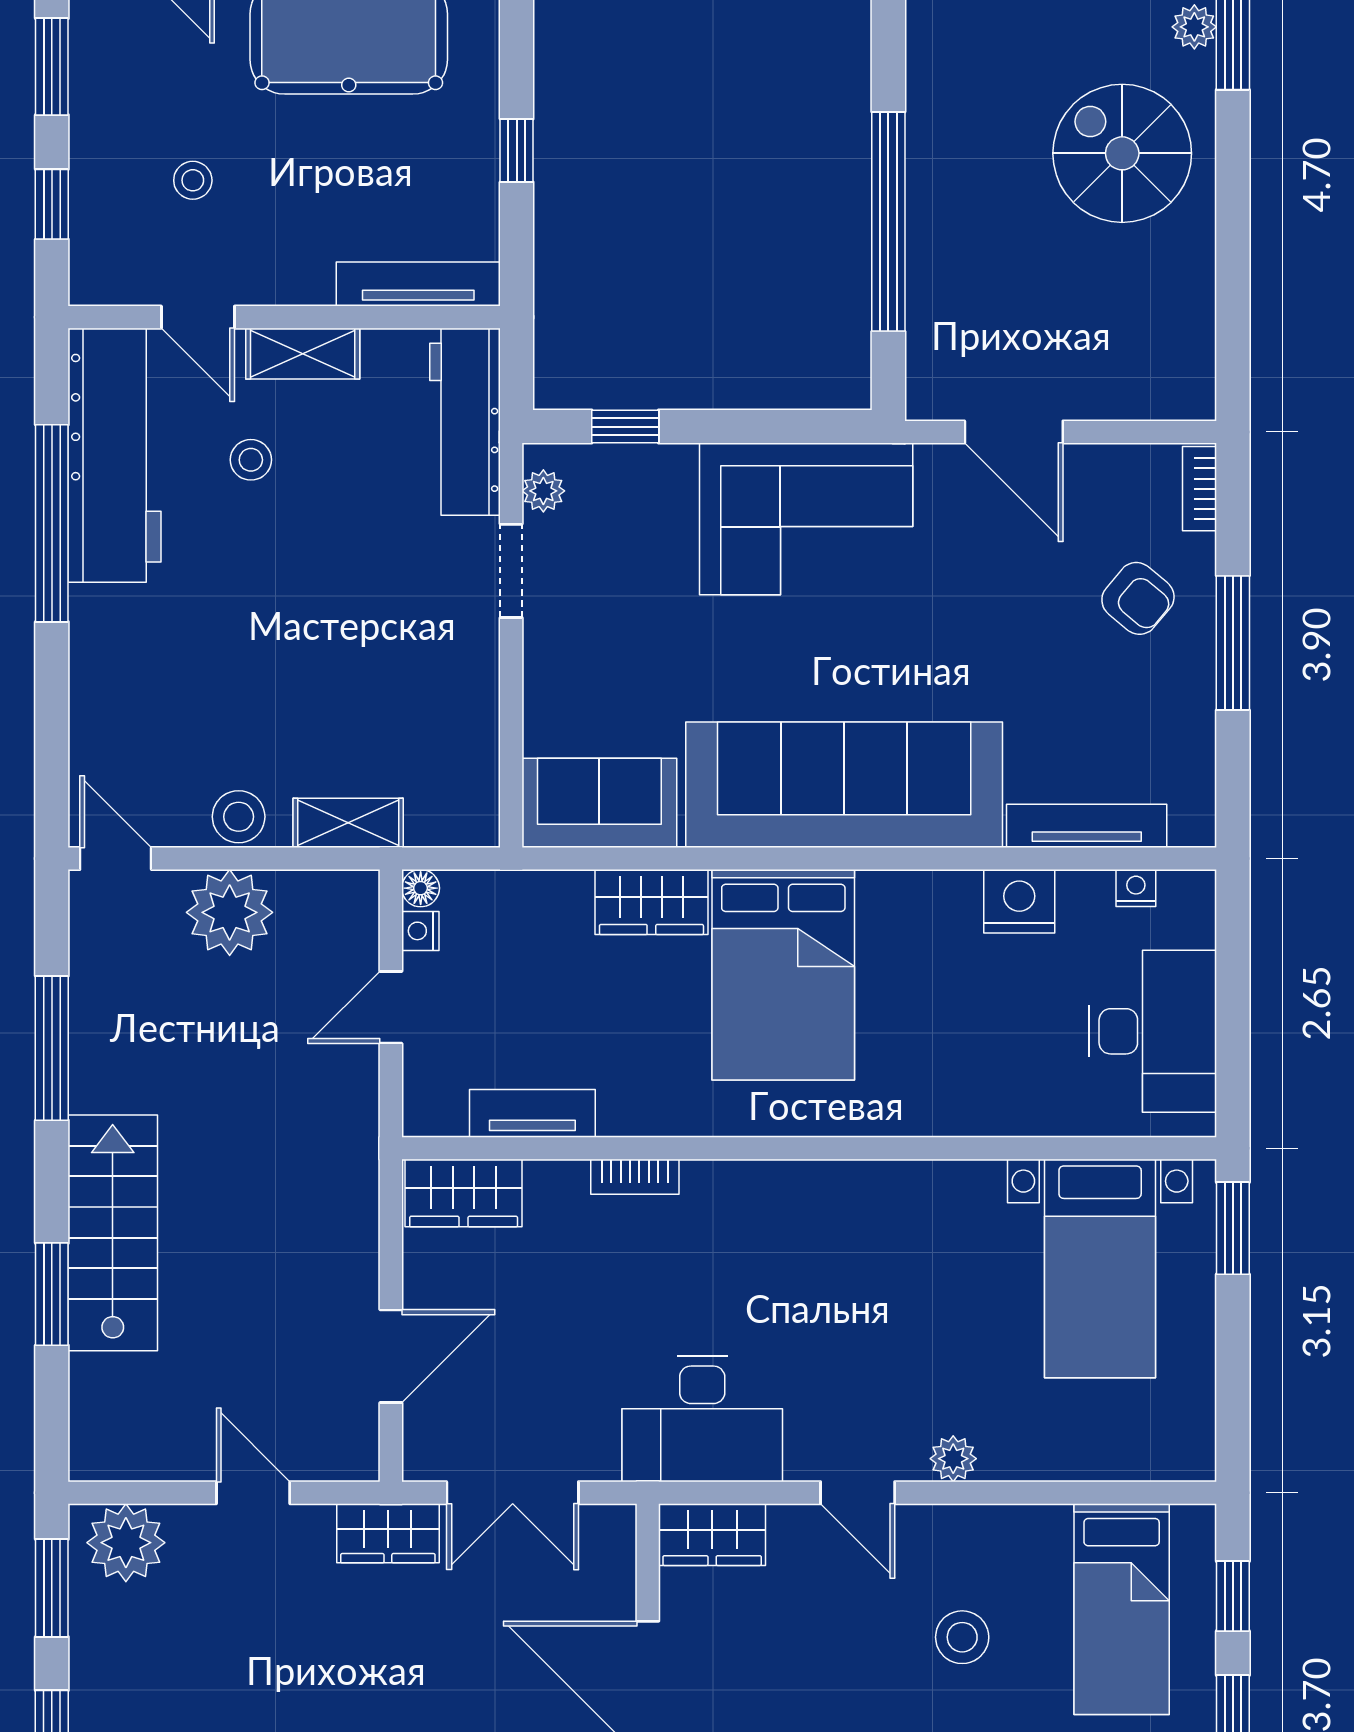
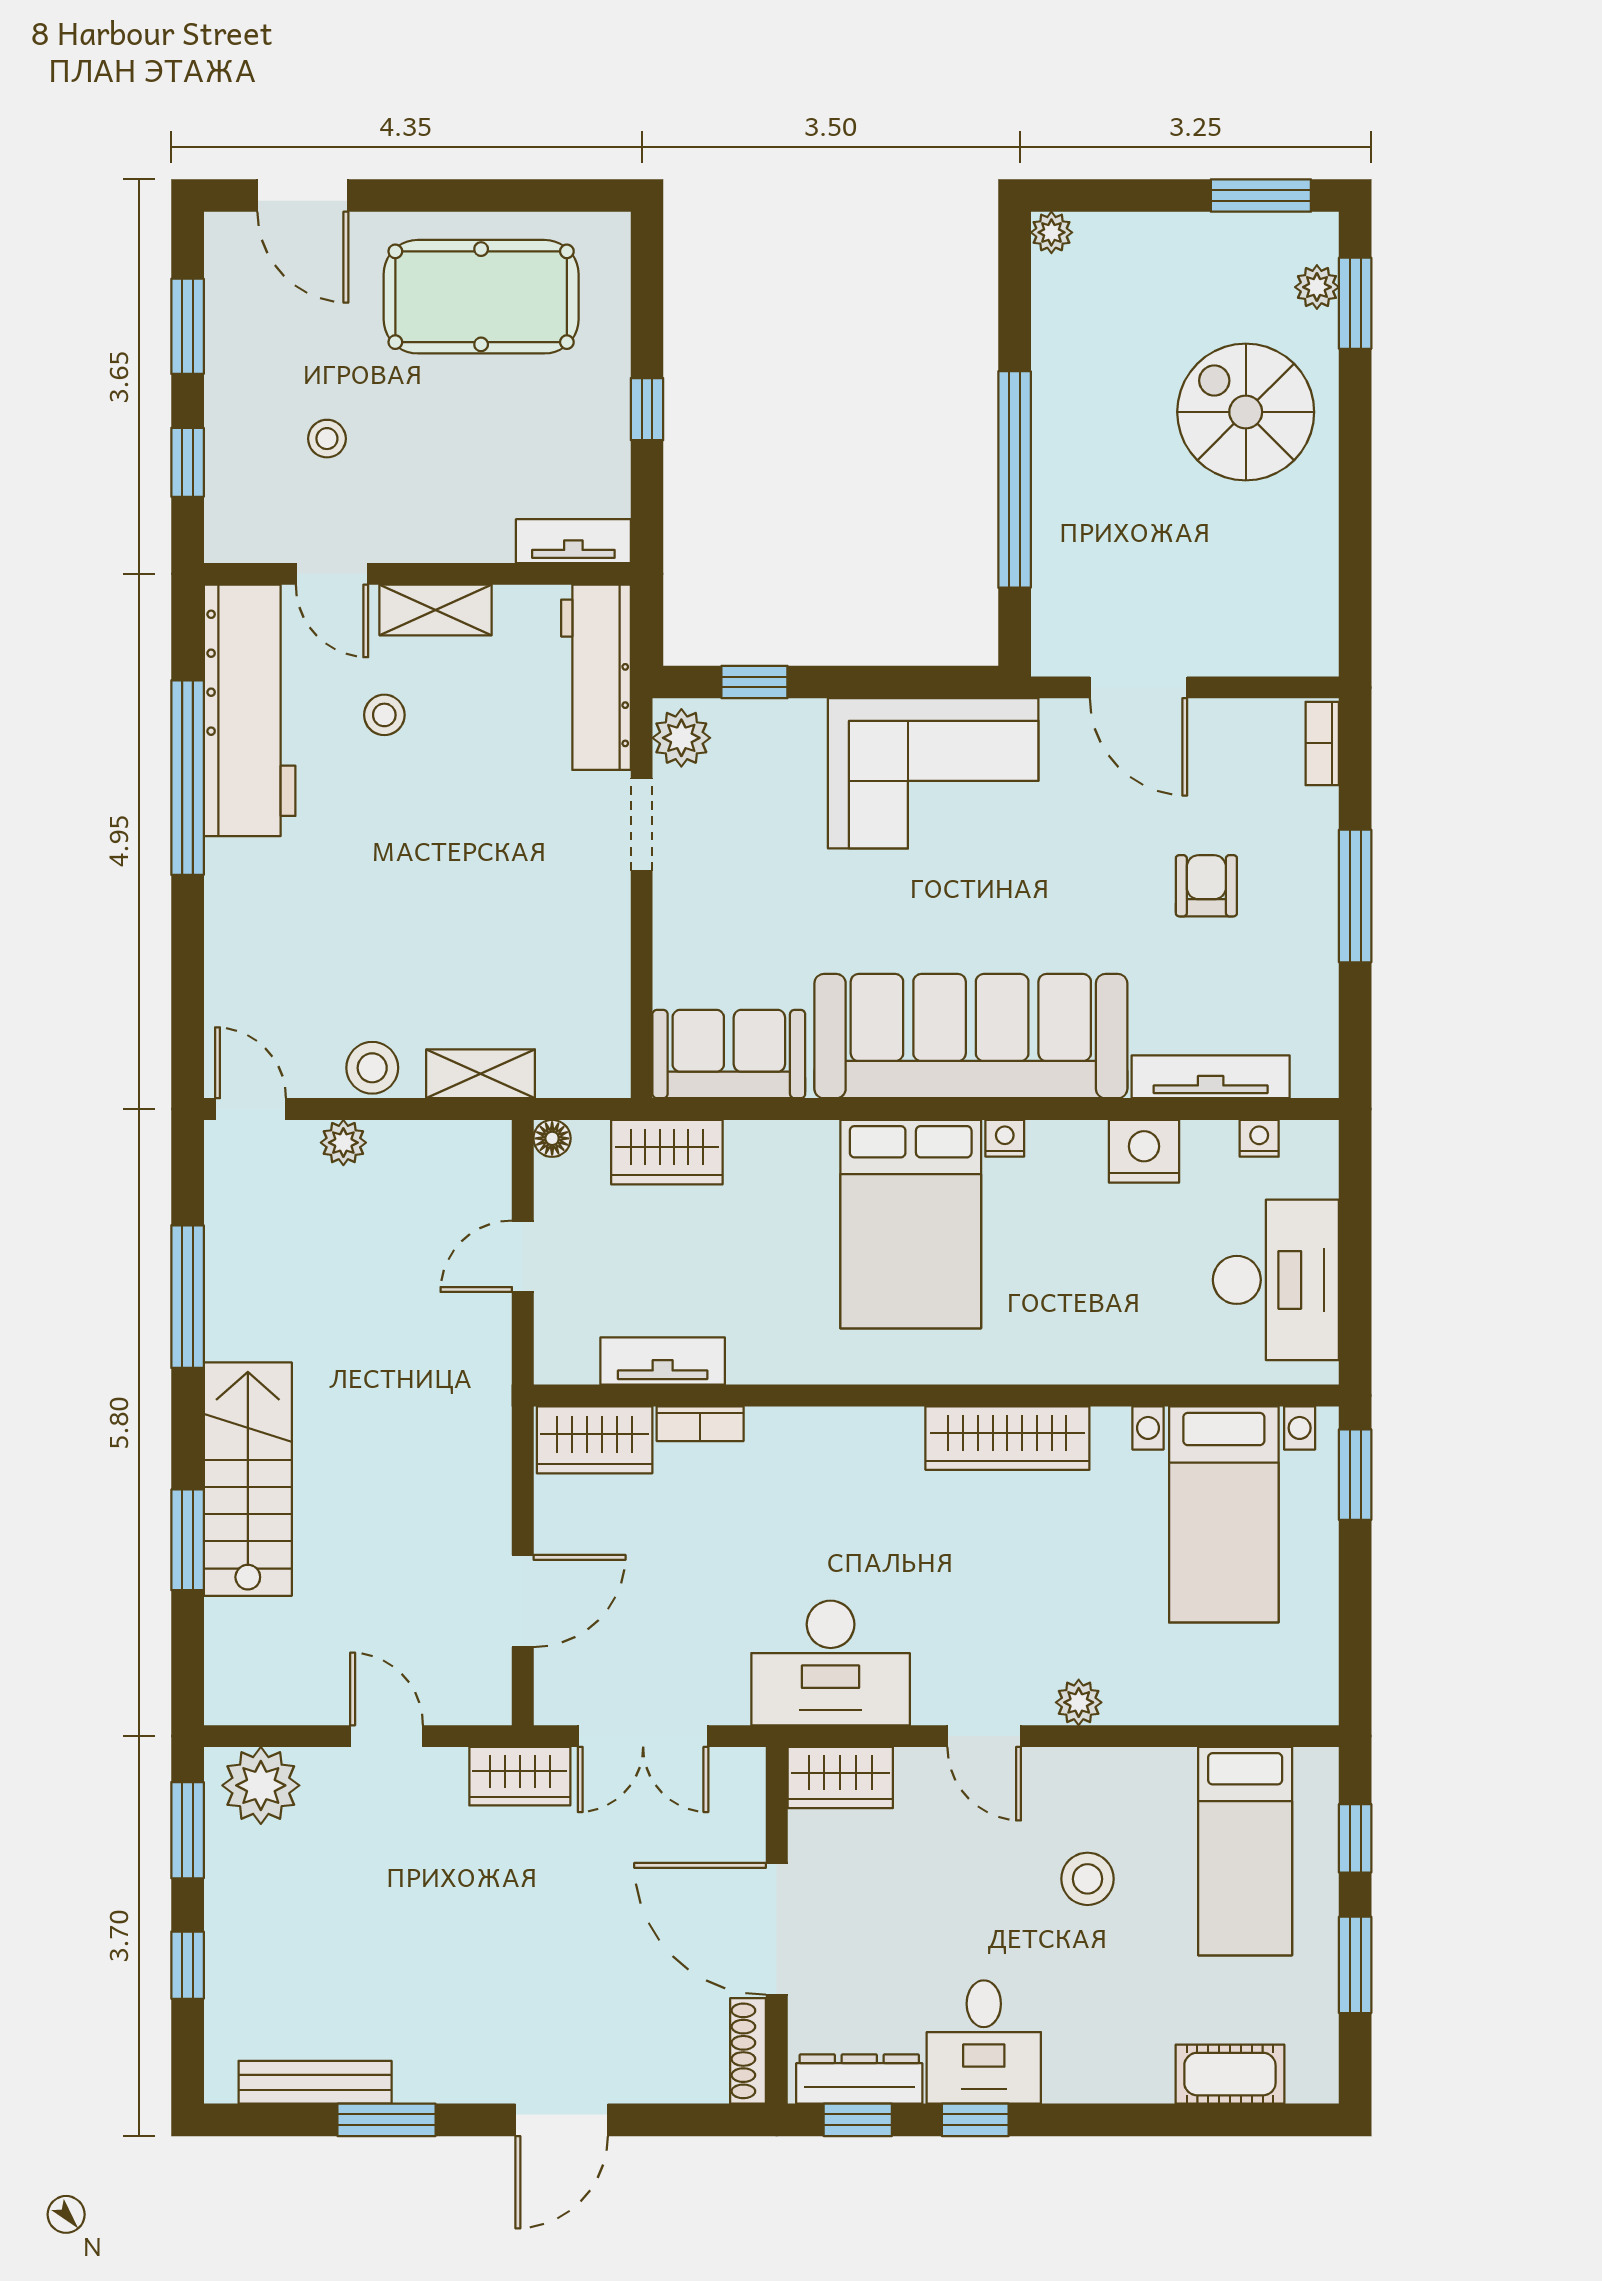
tv unit: (418, 284) -> (573, 541), width x0.71
plant: (543, 491) -> (681, 738), width x1.38, depth x1.38
armchair: (1138, 598) -> (1206, 886), moved, turned -130
wardrobe: (651, 902) -> (667, 1152), moved
plant: (230, 912) -> (343, 1143), width x0.53, depth x0.53
nightstand: (420, 931) -> (1005, 1138), moved, turned 90
bookcase: (635, 1177) -> (700, 1424), moved
wardrobe: (881, 1191) -> (1007, 1438), added

